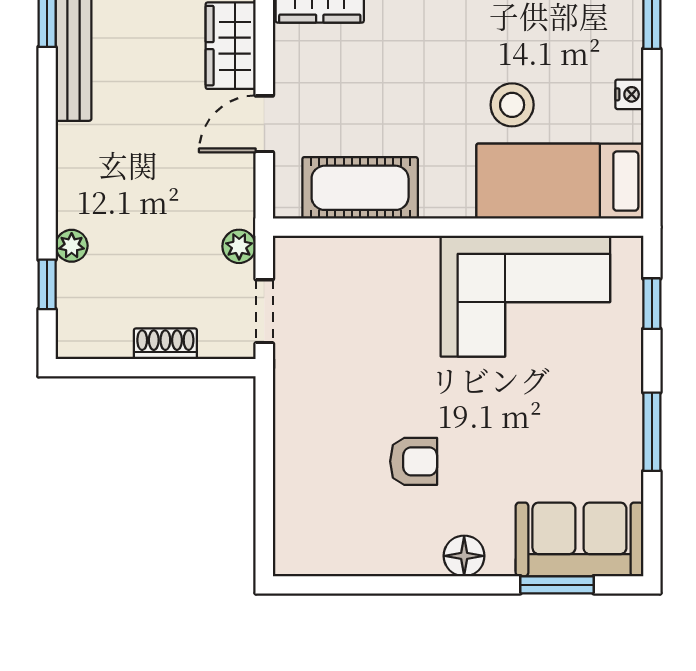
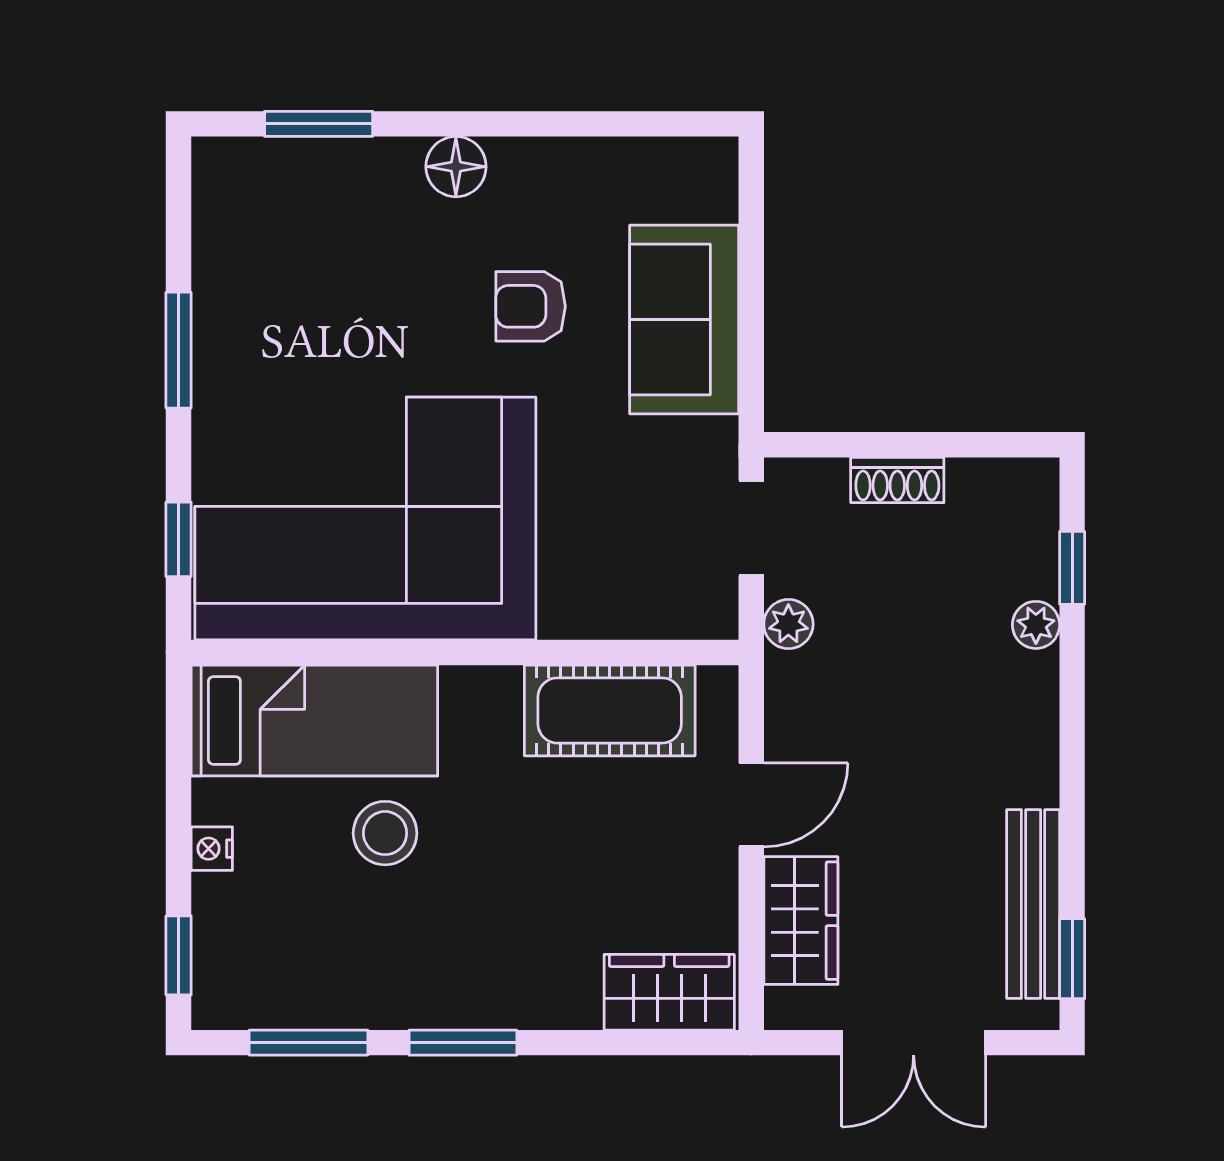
corner sofa: (525, 296) -> (365, 518), width x1.36, depth x1.36
sofa: (579, 539) -> (684, 319), moved, turned 90

